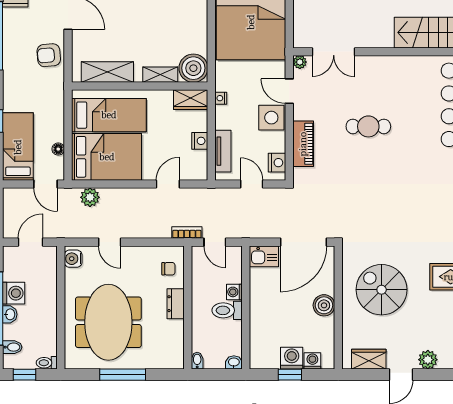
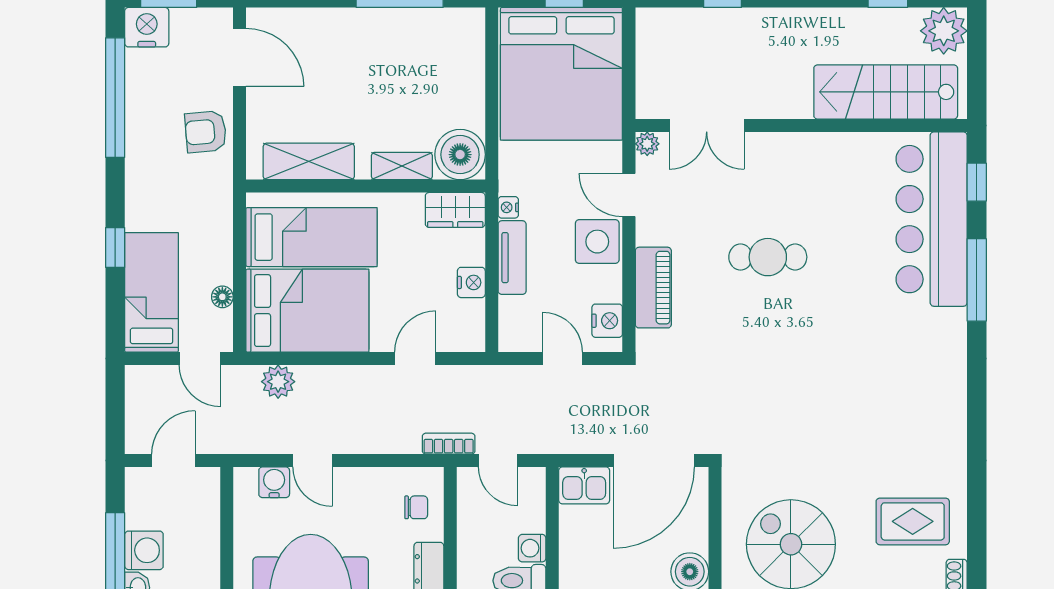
tv unit: (223, 151) -> (512, 258), moved
water cooler: (73, 259) -> (274, 482), moved, turned 90

